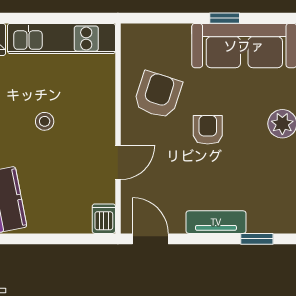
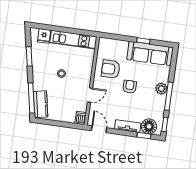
armchair: (158, 95) -> (111, 69), turned -108
floor lamp: (266, 216) -> (149, 126), added

